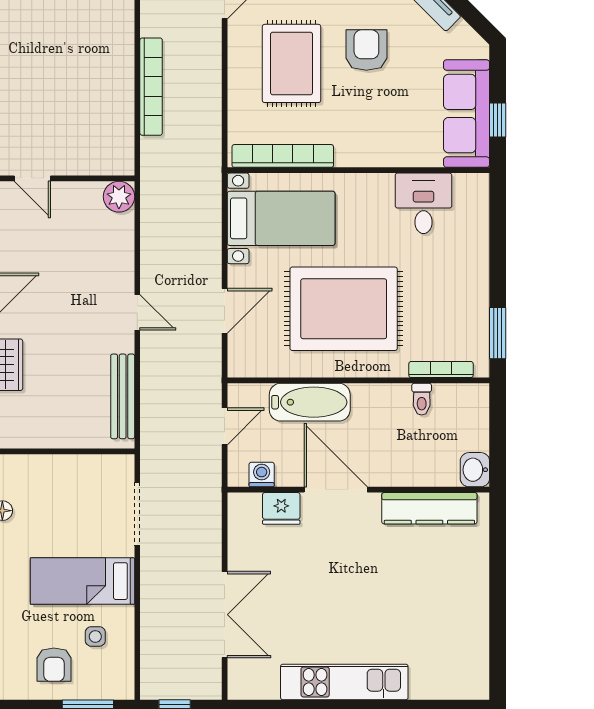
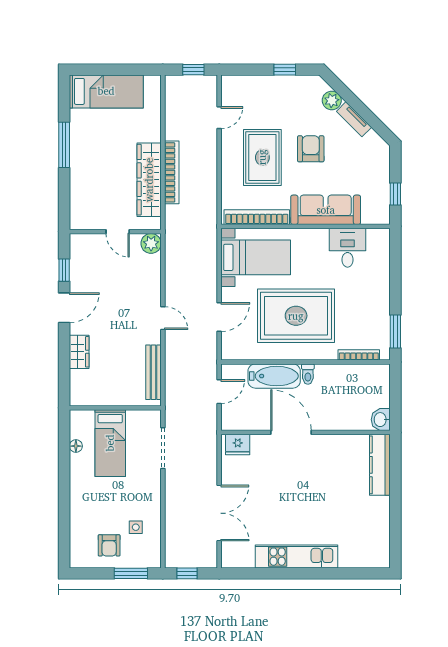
wardrobe: (116, 98) -> (149, 180), added
sofa: (467, 114) -> (326, 210), moved, turned 90
door: (32, 178) -> (118, 232), moved
toilet: (422, 399) -> (308, 374), moved
washing machine: (262, 475) -> (243, 423), removed
fridge: (281, 508) -> (238, 445), moved
kitchen counter: (429, 508) -> (380, 465), moved, turned 90
bed: (82, 581) -> (110, 443), moved, turned -90

